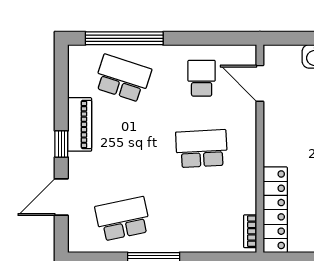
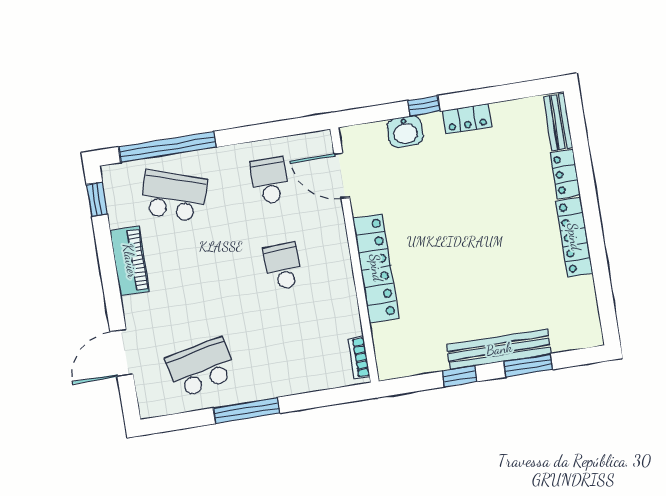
window: (61, 144) -> (97, 199), moved
school desk: (202, 149) -> (283, 266), width x0.54
locker: (275, 210) -> (376, 268), moved

